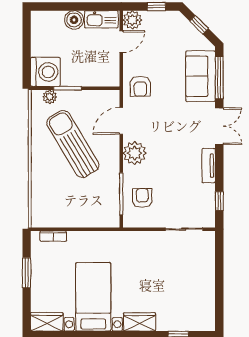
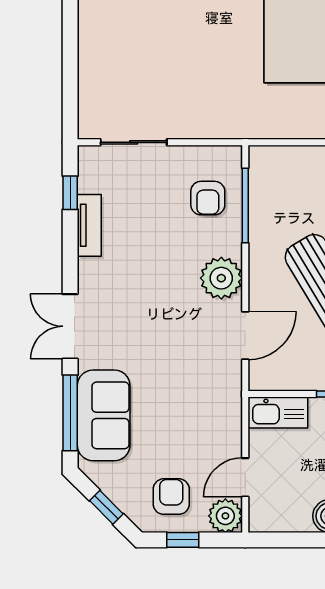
kitchen sink: (101, 19) -> (278, 413), moved, turned 180
armchair: (140, 86) -> (171, 497), moved
tv unit: (209, 166) -> (89, 225), moved

